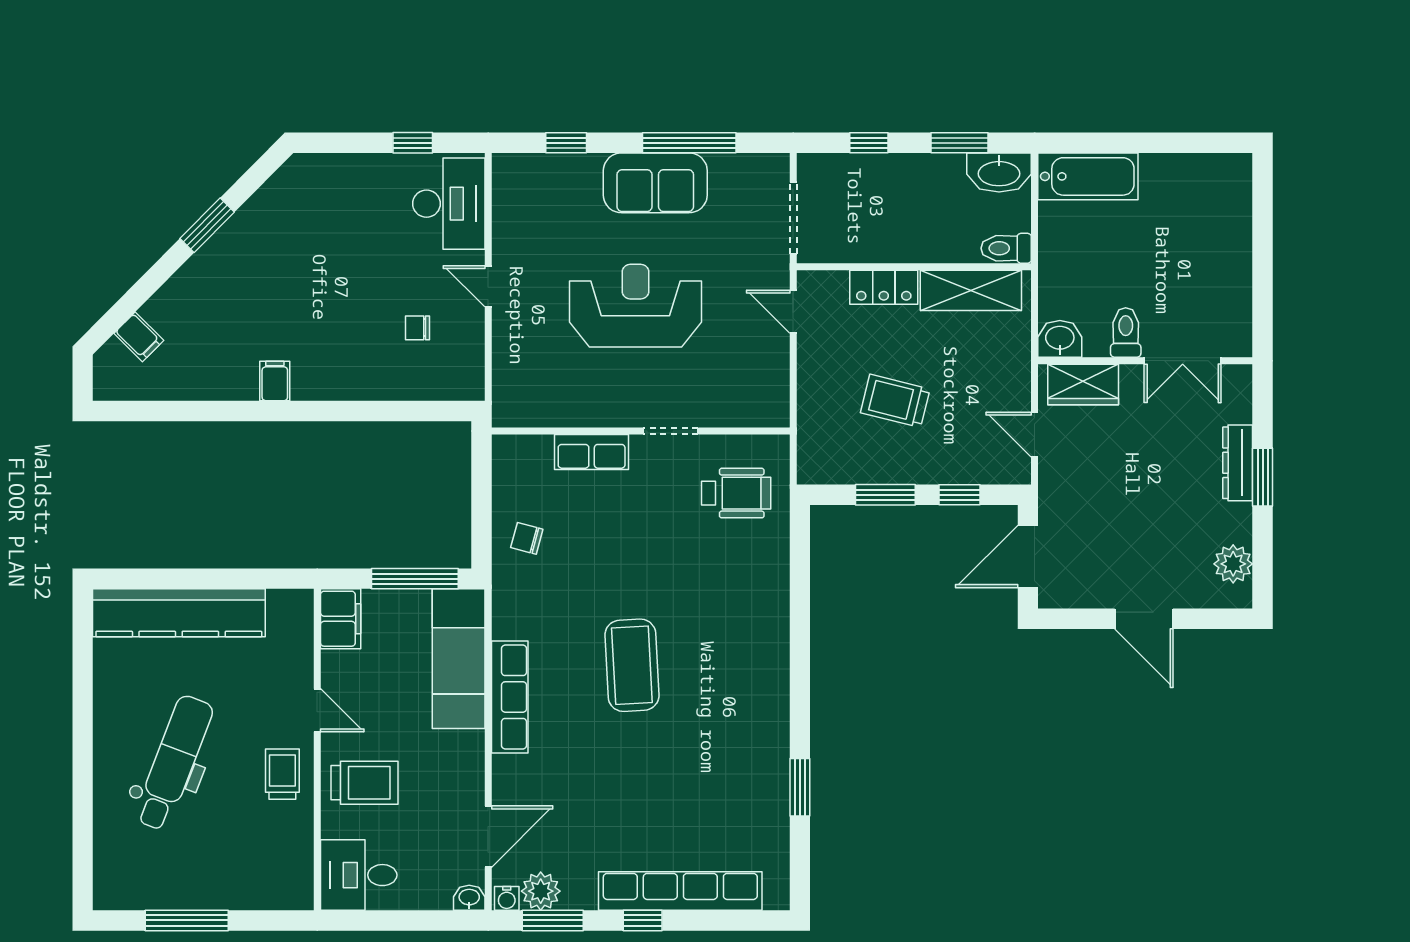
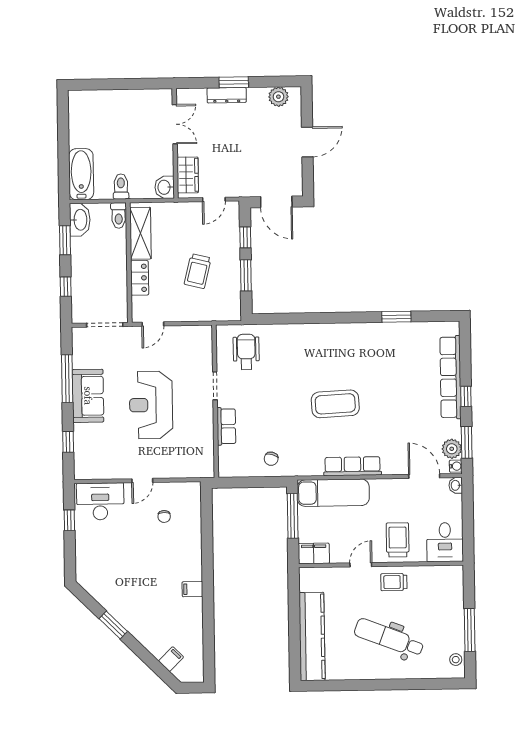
toilet: (1126, 333) -> (121, 186), moved, turned 90
stool: (129, 892) -> (456, 660), added

